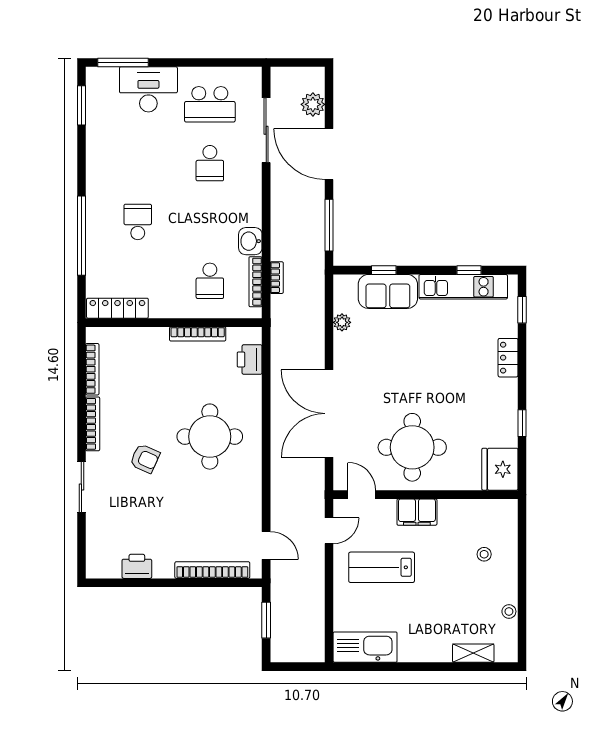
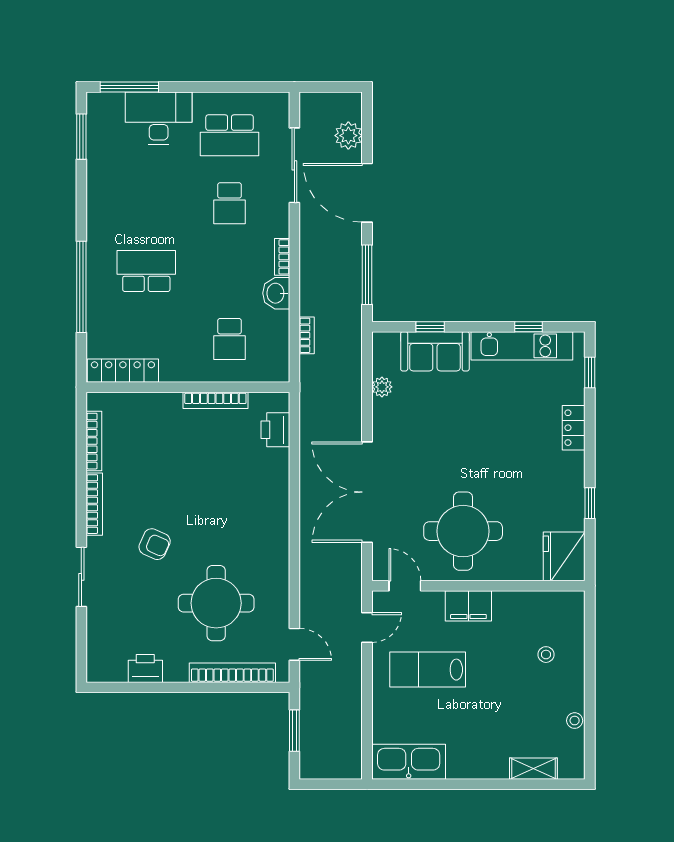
school desk: (138, 222) -> (146, 271), width x1.85
bookcase: (255, 282) -> (282, 257), moved, width x0.64
round table: (210, 437) -> (216, 603), moved

